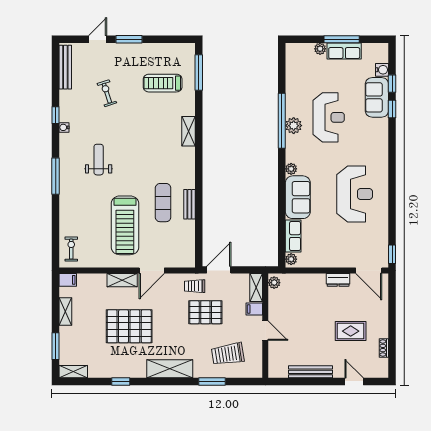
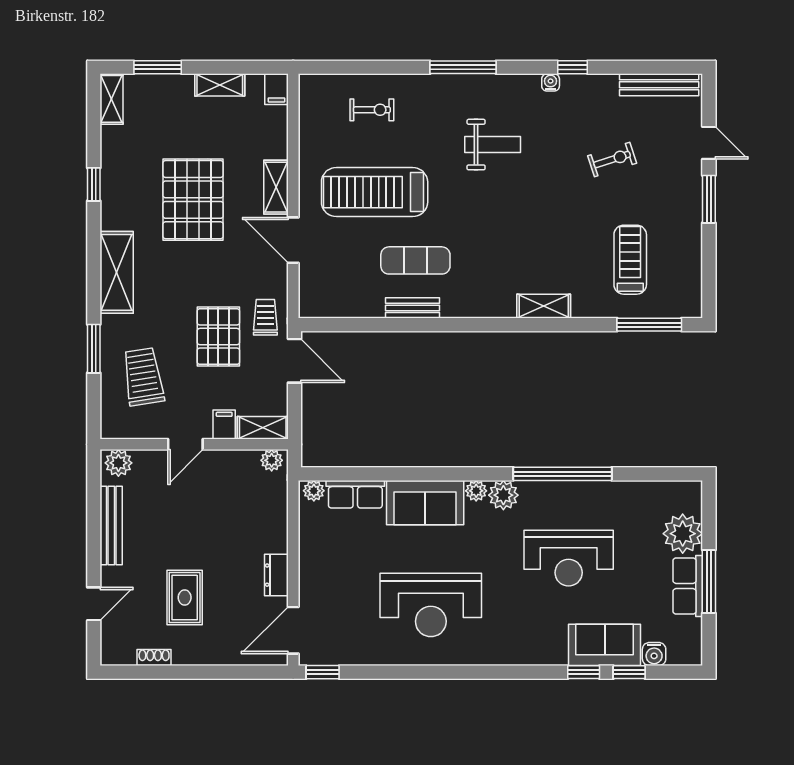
plant: (320, 49) -> (683, 534), width x1.87, depth x1.87
plant: (294, 126) -> (503, 495), moved
exercise bike: (71, 249) -> (372, 110), moved
plant: (276, 368) -> (118, 463), added

